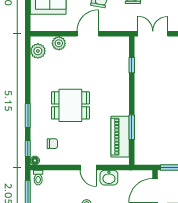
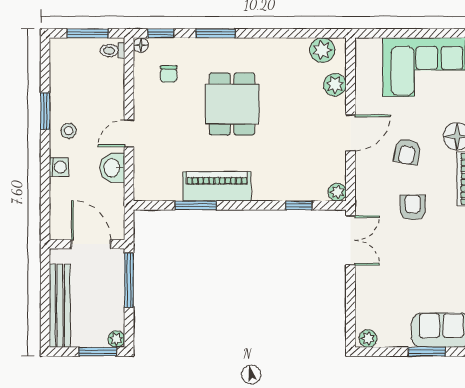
door: (88, 34) -> (351, 133), hinge flipped
plant: (124, 42) -> (337, 192), added
piano: (120, 137) -> (217, 186), moved

